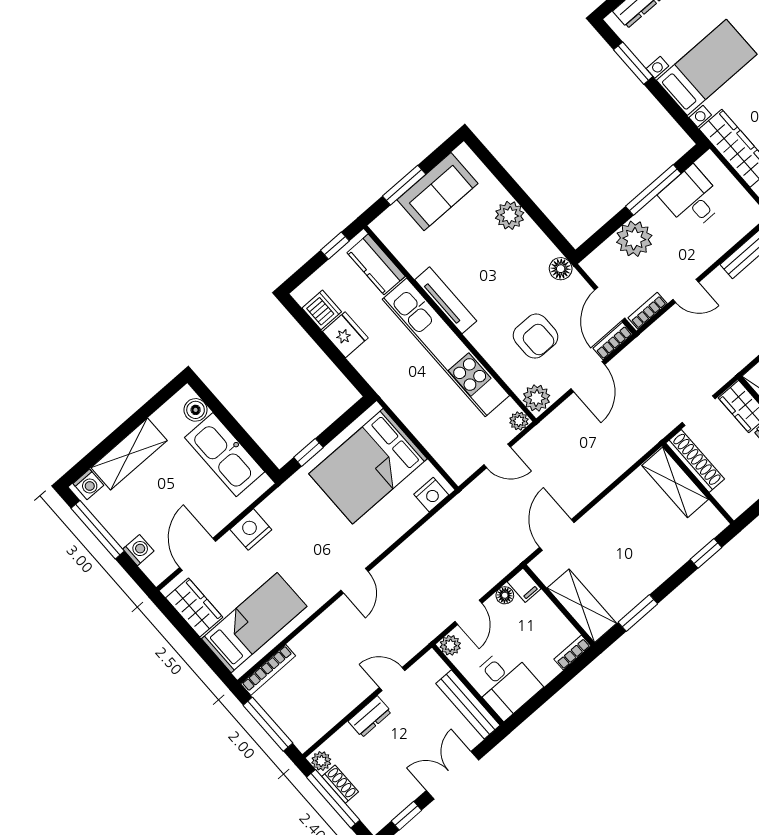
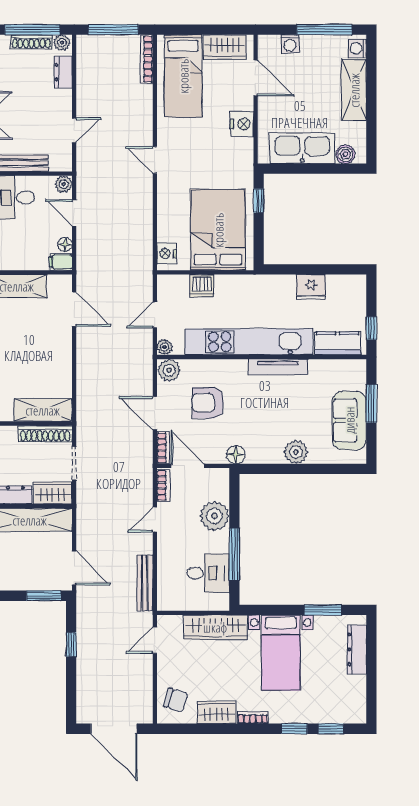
dishwasher: (322, 310) -> (202, 286), moved
dresser: (370, 717) -> (63, 72), moved
shoe rack: (340, 784) -> (31, 42), width x1.43

